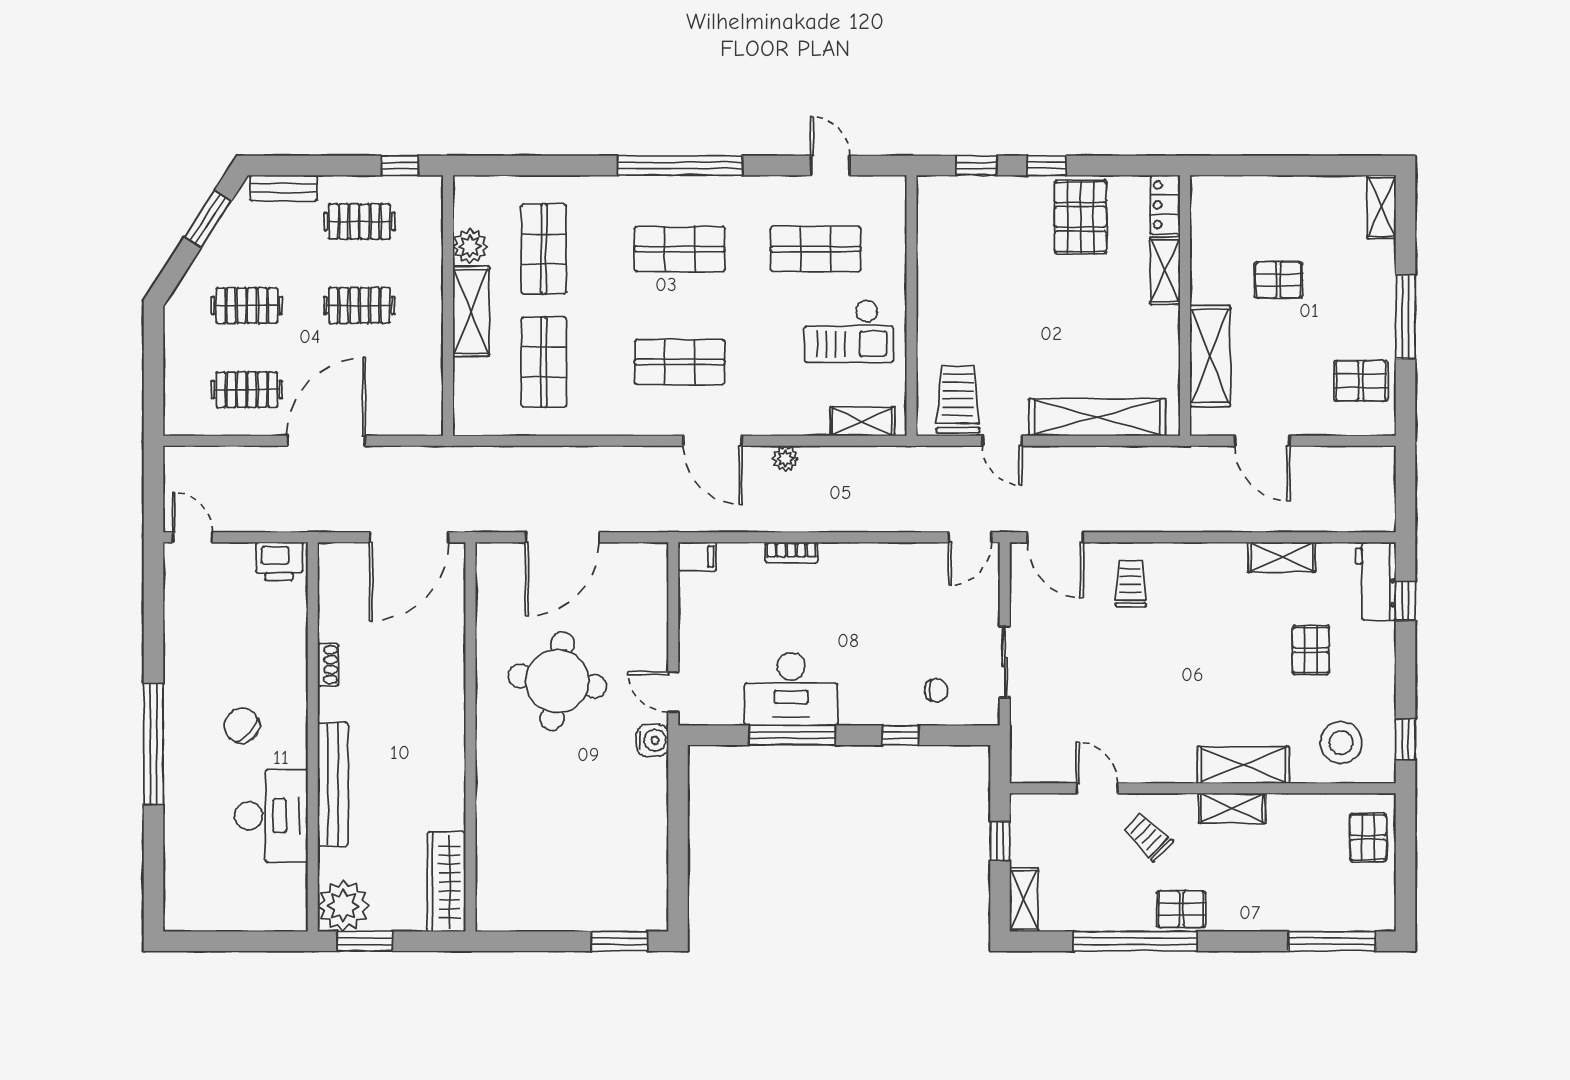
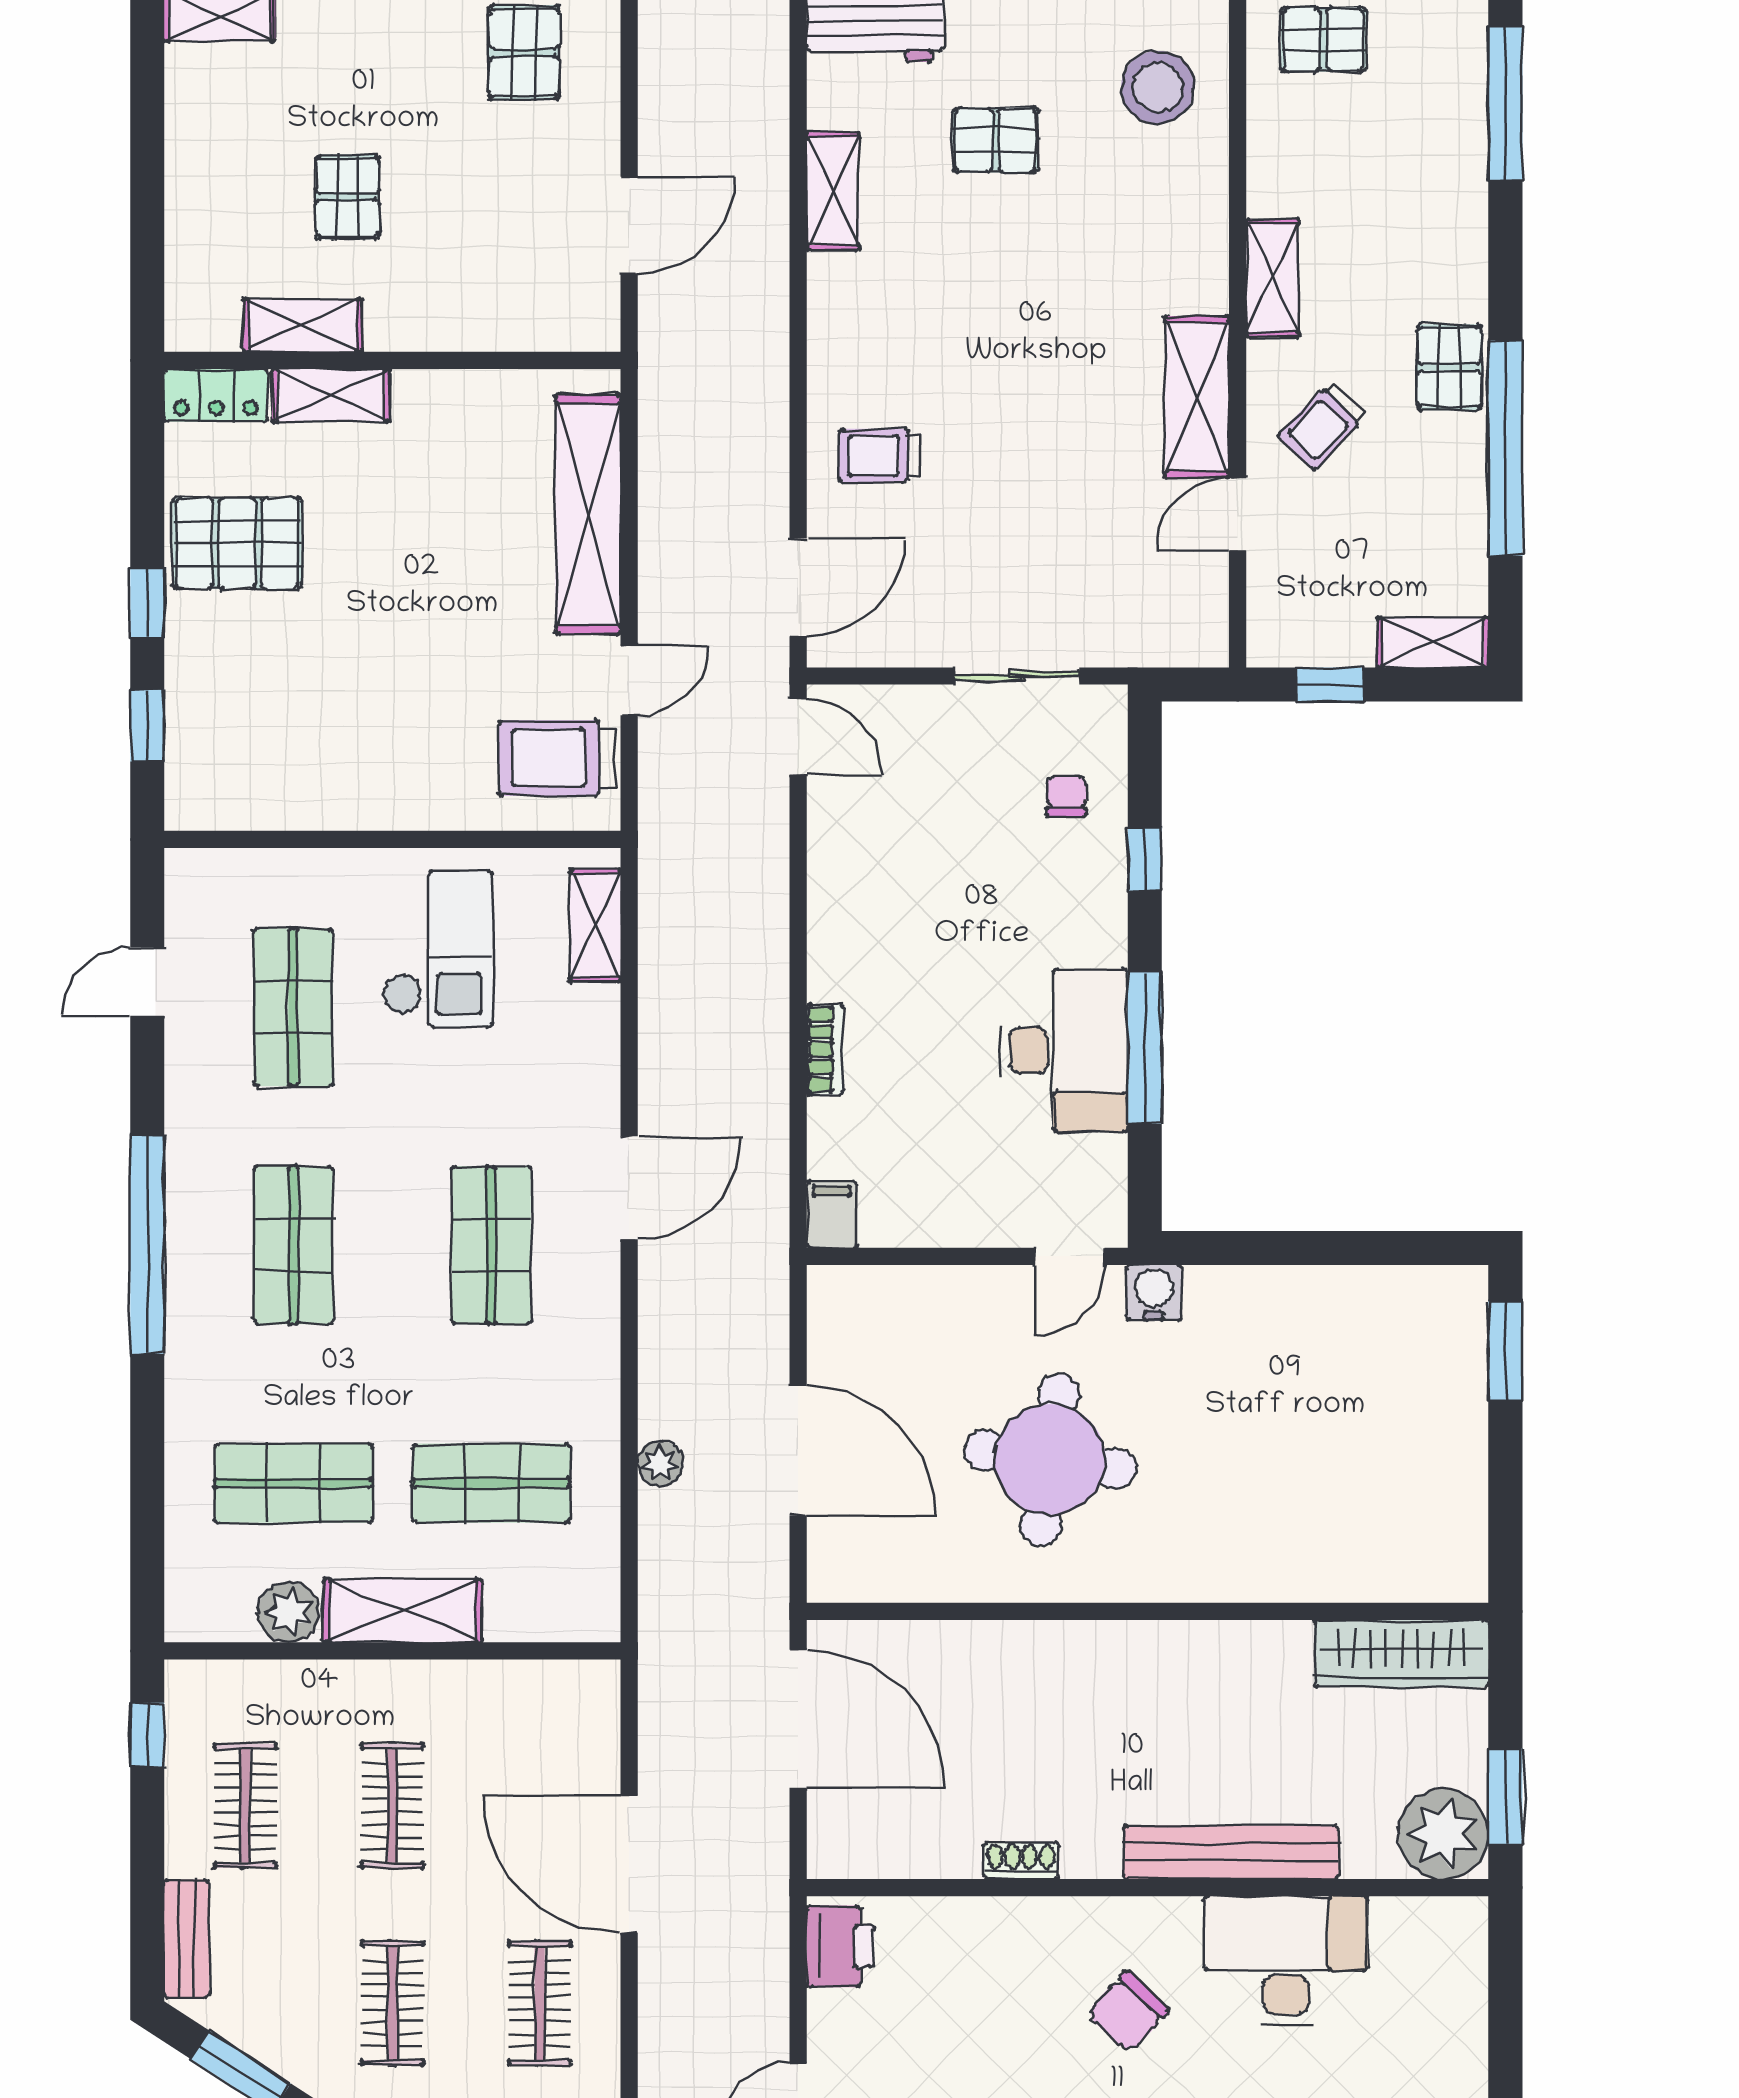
shelving: (1210, 356) -> (302, 325), moved, width x0.67, depth x0.75
plant: (785, 459) -> (660, 1464), moved
shelving: (1243, 765) -> (1197, 397), moved

